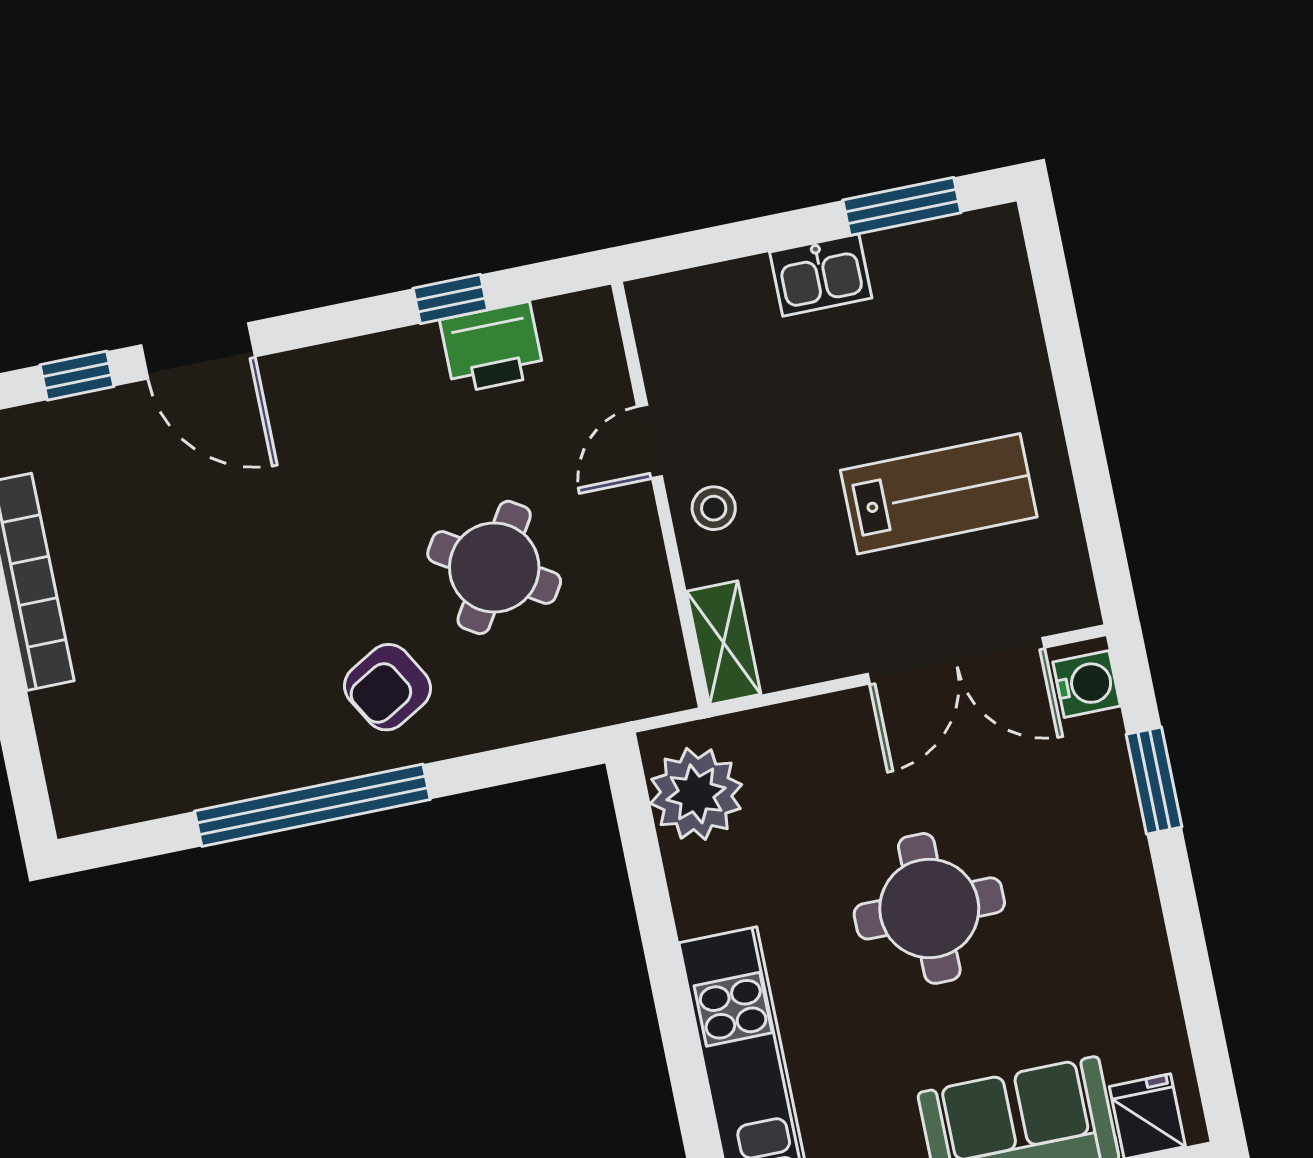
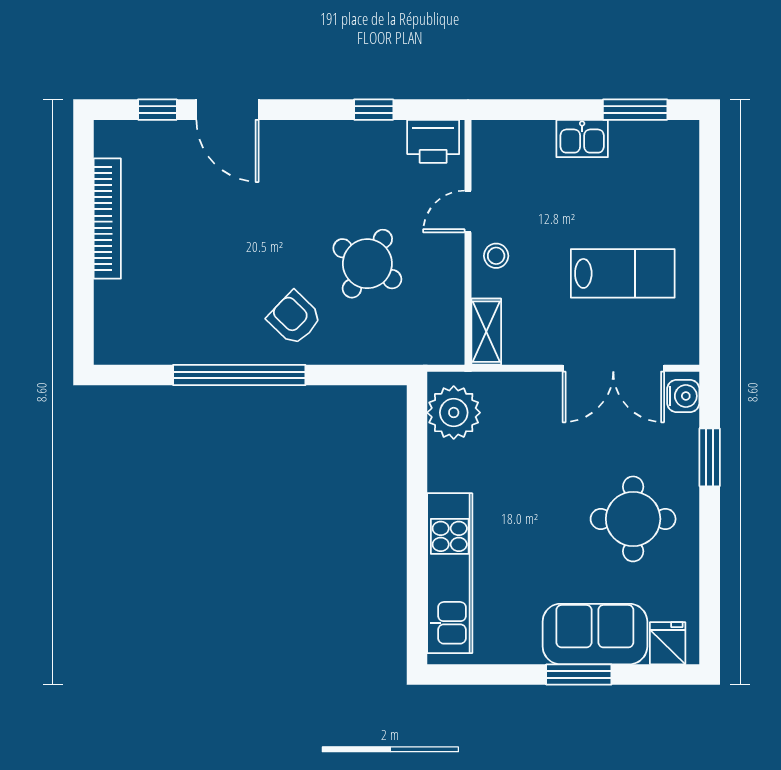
printer: (492, 348) -> (433, 141), moved
armchair: (388, 687) -> (294, 318), turned 74
round table: (929, 908) -> (633, 519), moved

